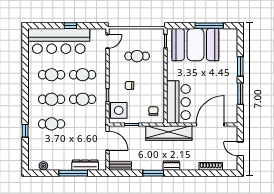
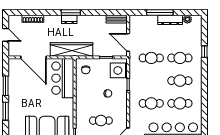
cafe table: (83, 99) -> (151, 58), moved
door: (210, 124) -> (33, 57), hinge flipped
dresser: (85, 165) -> (170, 20), moved
window: (153, 173) -> (71, 13), moved

